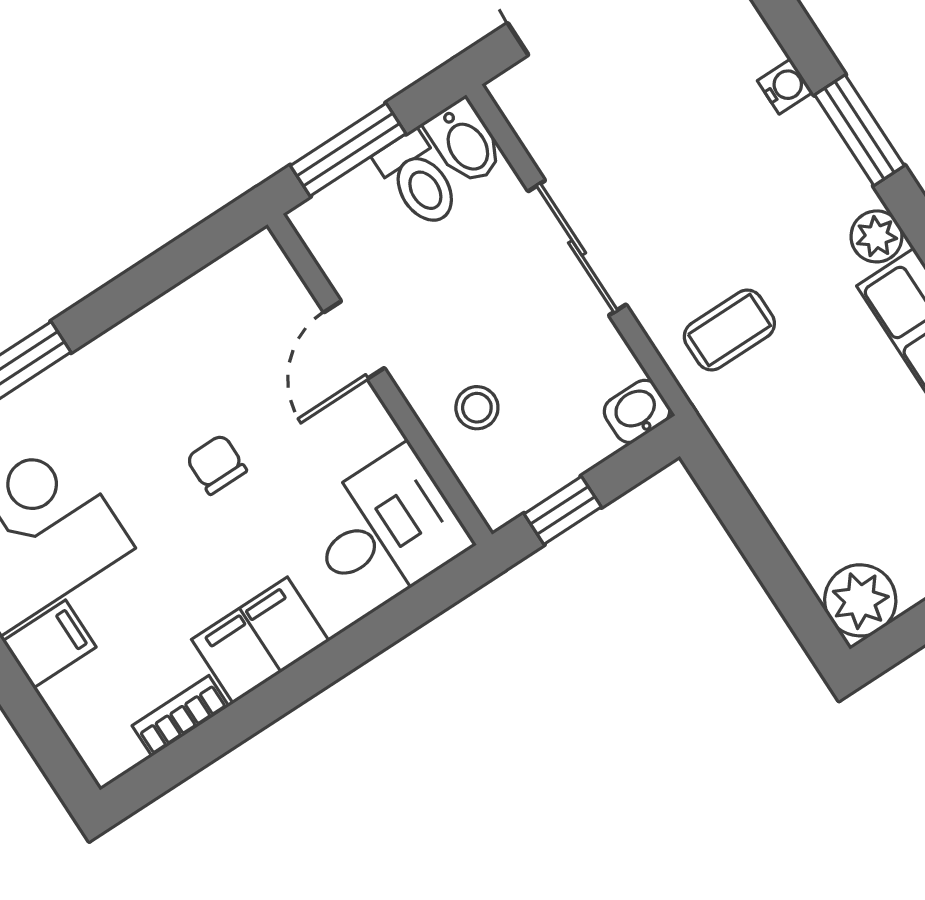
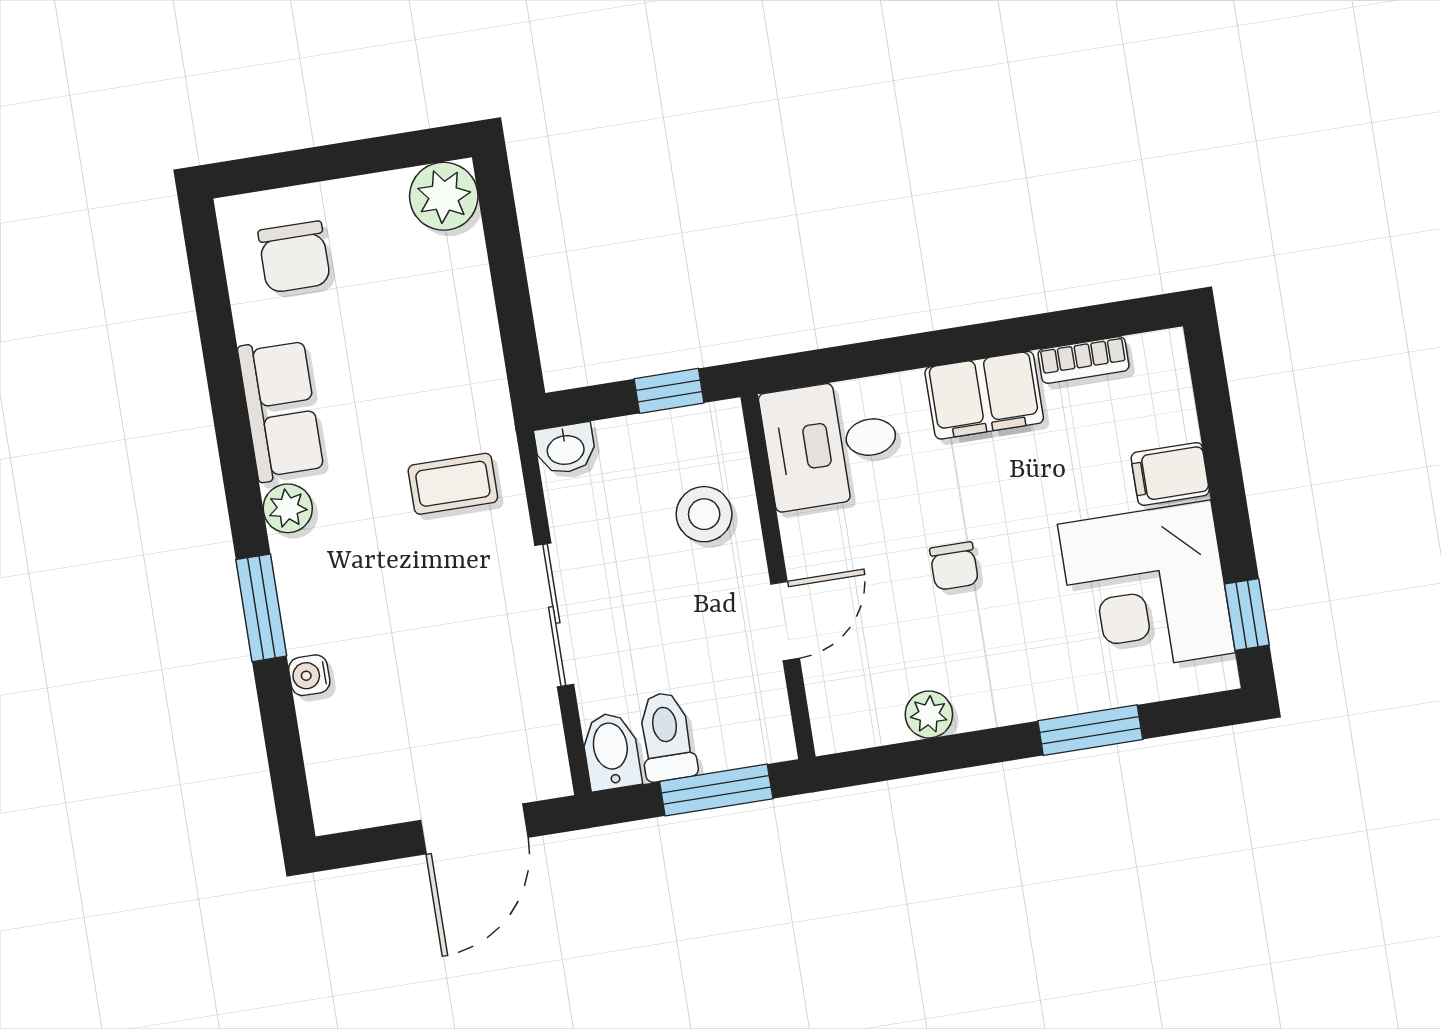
plant: (177, 312) -> (929, 714), added
stool: (477, 408) -> (704, 514), width x1.37, depth x1.37

